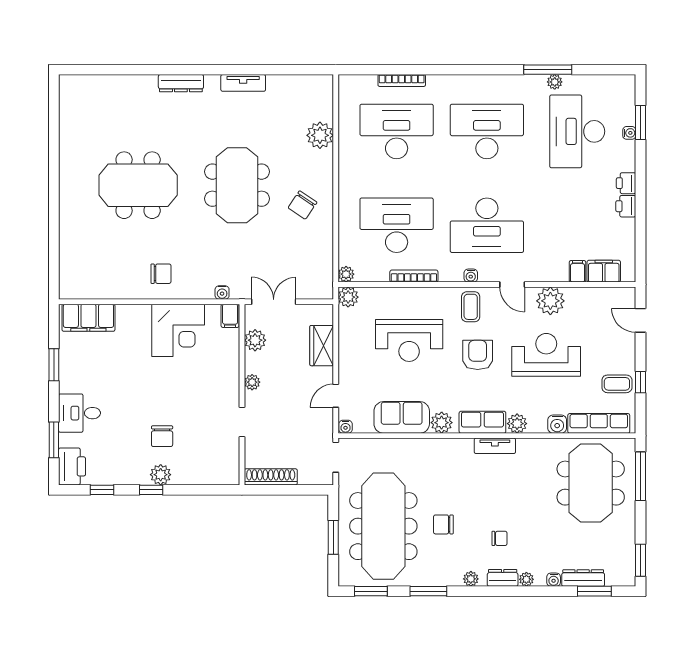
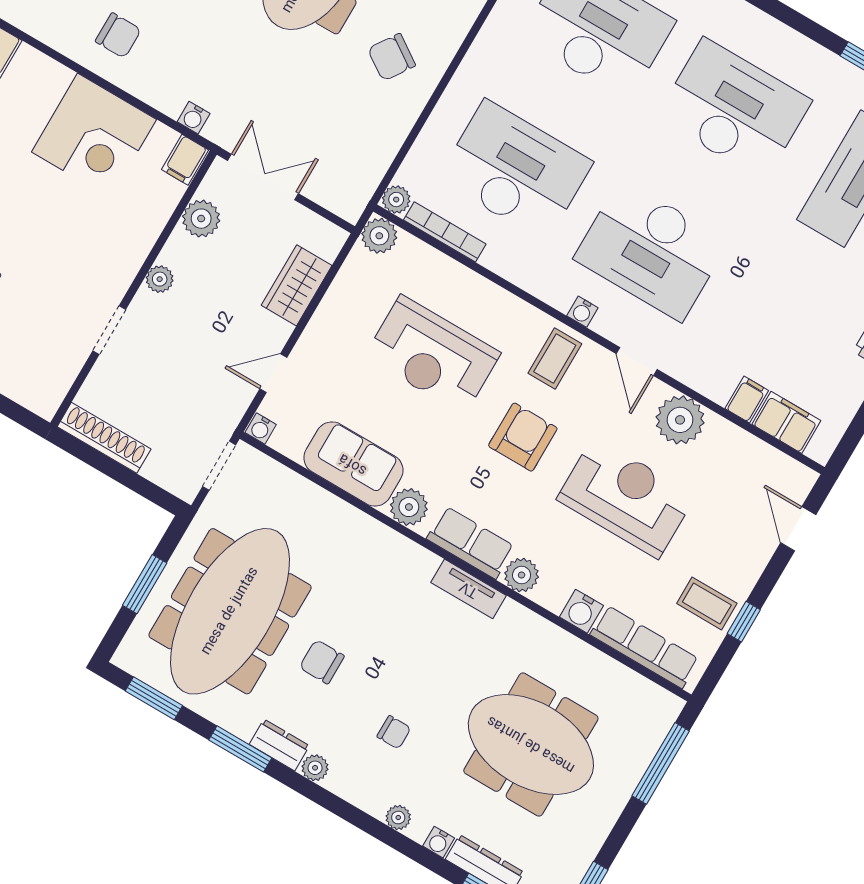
bookcase: (414, 276) -> (445, 232), moved
meeting table: (591, 483) -> (531, 744), moved, turned 90
dresser: (503, 578) -> (279, 745), moved

